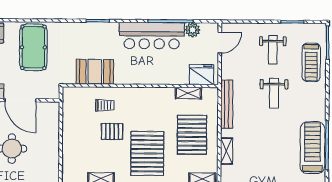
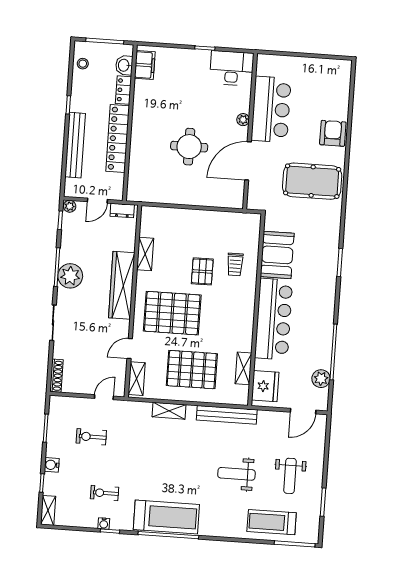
bar counter: (152, 36) -> (274, 319), moved, turned 180
door: (220, 43) -> (303, 411), hinge flipped
weight bench: (273, 50) -> (290, 476), turned -90

